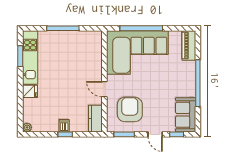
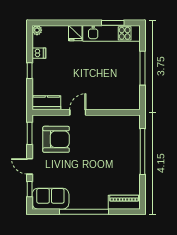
corner sofa: (137, 52) -> (117, 148), removed
dishwasher: (64, 126) -> (39, 53), moved
door: (155, 134) -> (30, 166), hinge flipped

